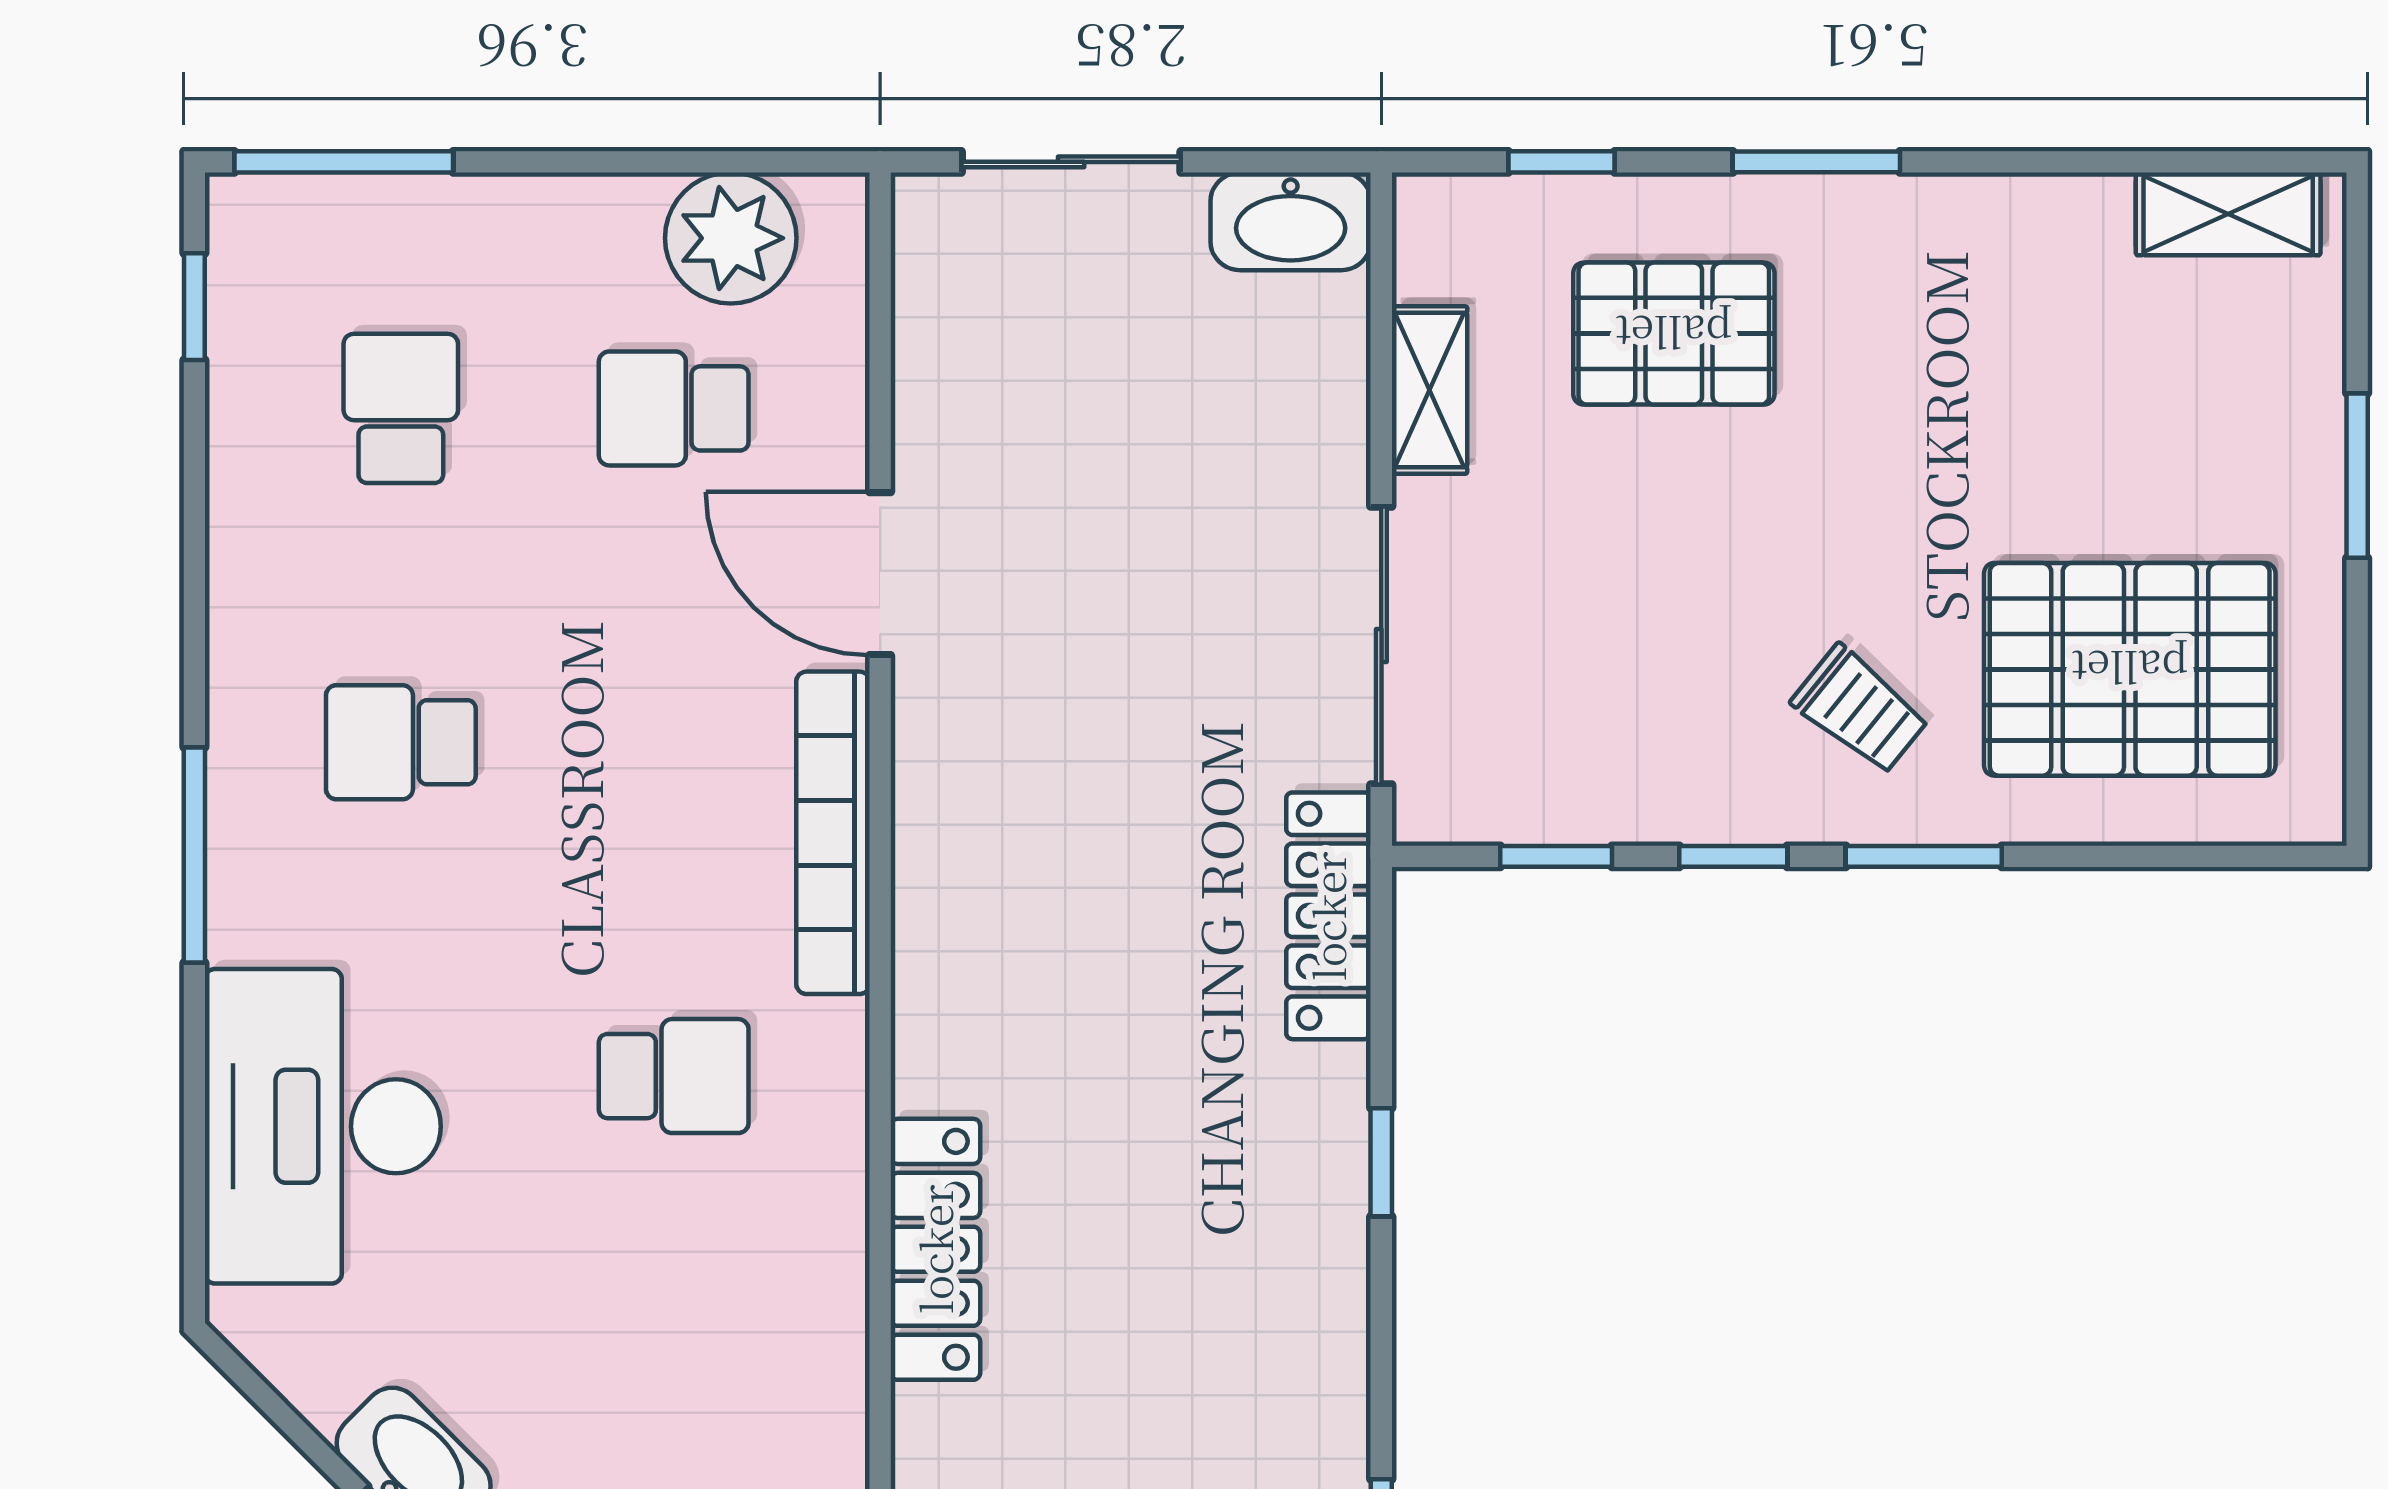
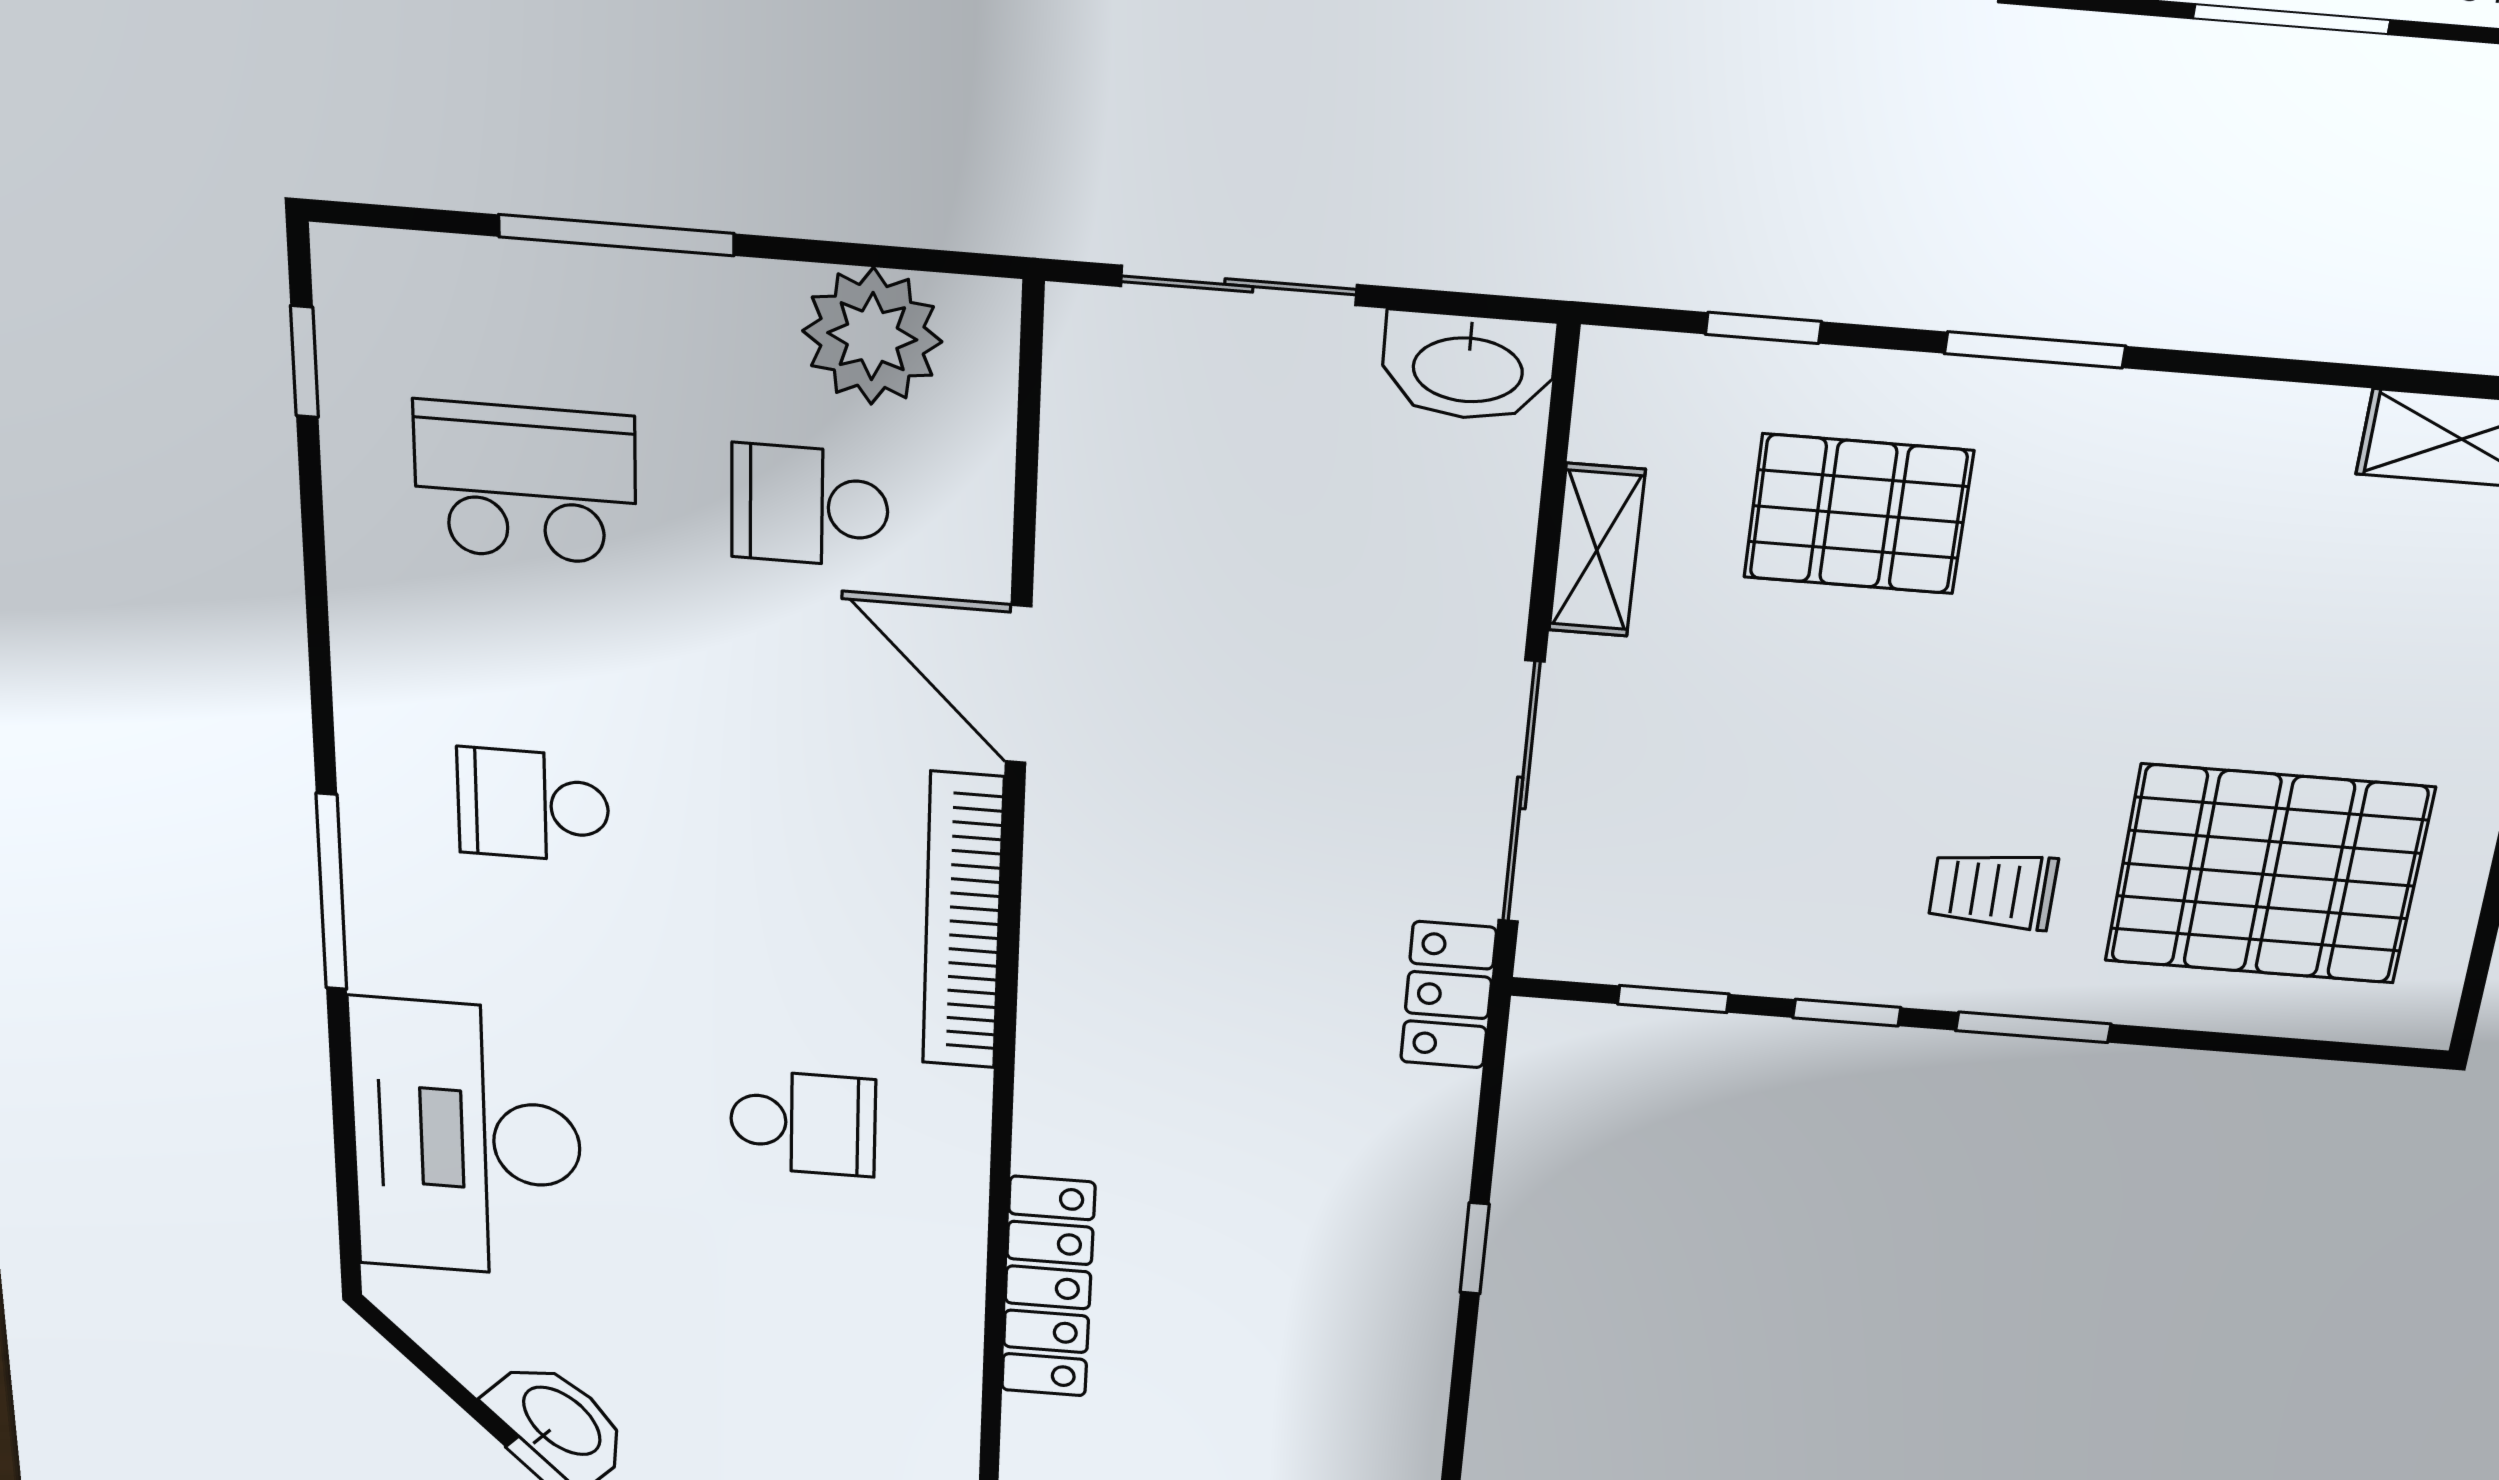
window: (344, 162) -> (616, 235), moved
school desk: (401, 408) -> (525, 483), width x1.85
trolley: (1860, 710) -> (1993, 890), turned 141
locker: (1328, 916) -> (1448, 995), width x0.66

